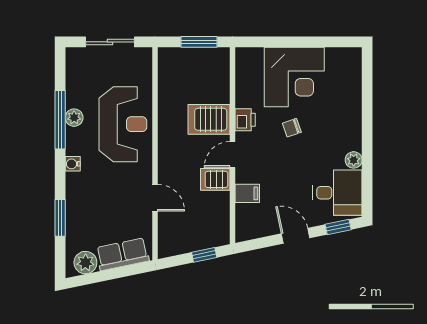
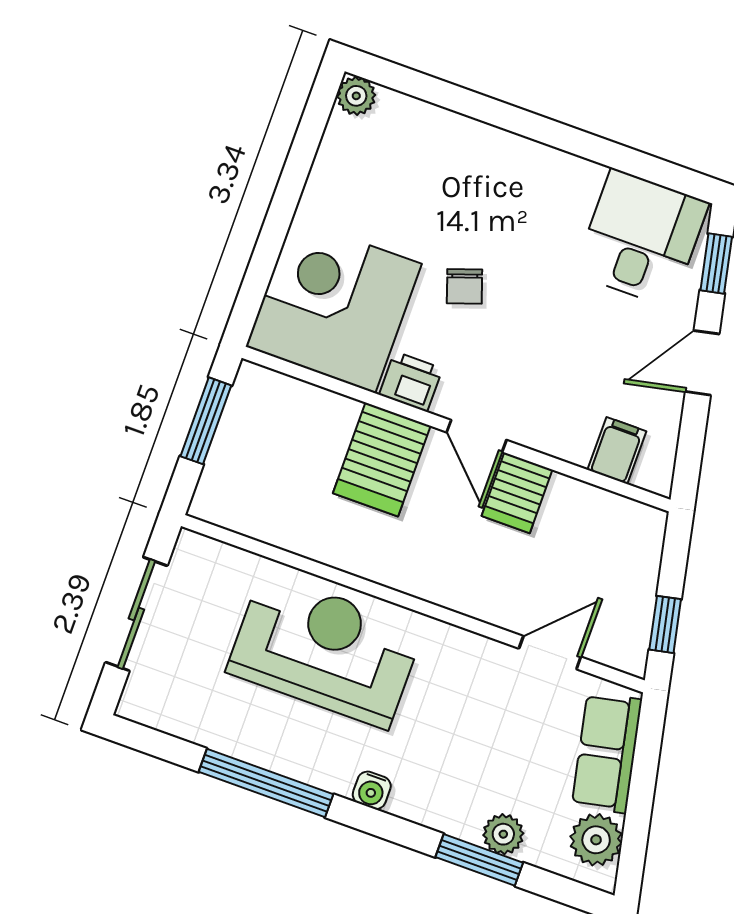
corner desk: (294, 77) -> (334, 305), moved, turned -90
plant: (74, 118) -> (503, 834), moved
plant: (354, 160) -> (356, 96), moved
filing cabinet: (247, 193) -> (617, 451), moved
door: (155, 198) -> (550, 653), moved
window: (204, 255) -> (665, 624), moved

